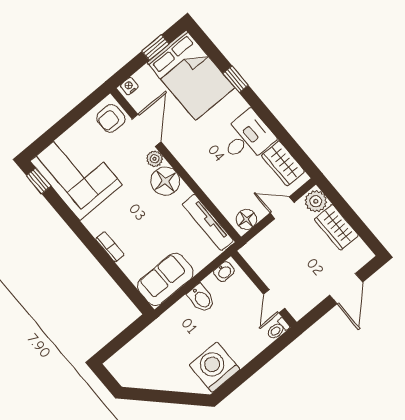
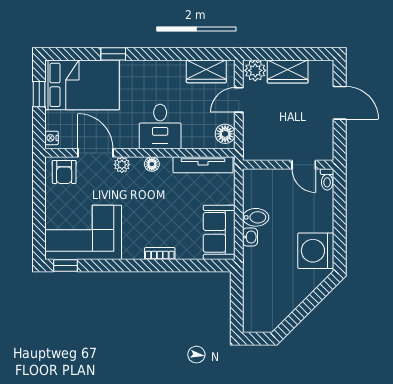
desk: (247, 138) -> (160, 126), moved, turned 180
floor lamp: (165, 181) -> (152, 164), width x0.53, depth x0.53
washbasin: (224, 272) -> (250, 237), moved

